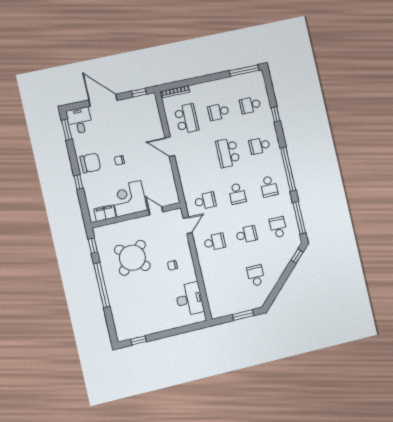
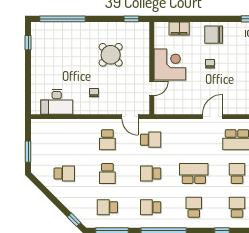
chair: (90, 163) -> (214, 35), turned 90
window: (78, 182) -> (197, 19), removed
school desk: (205, 201) -> (151, 140), turned -90
filing cabinet: (105, 213) -> (179, 29), moved, turned 90
school desk: (278, 227) -> (107, 207), turned 180
round table: (132, 258) -> (111, 55), width x0.73, depth x0.73
window: (102, 285) -> (63, 19), moved

